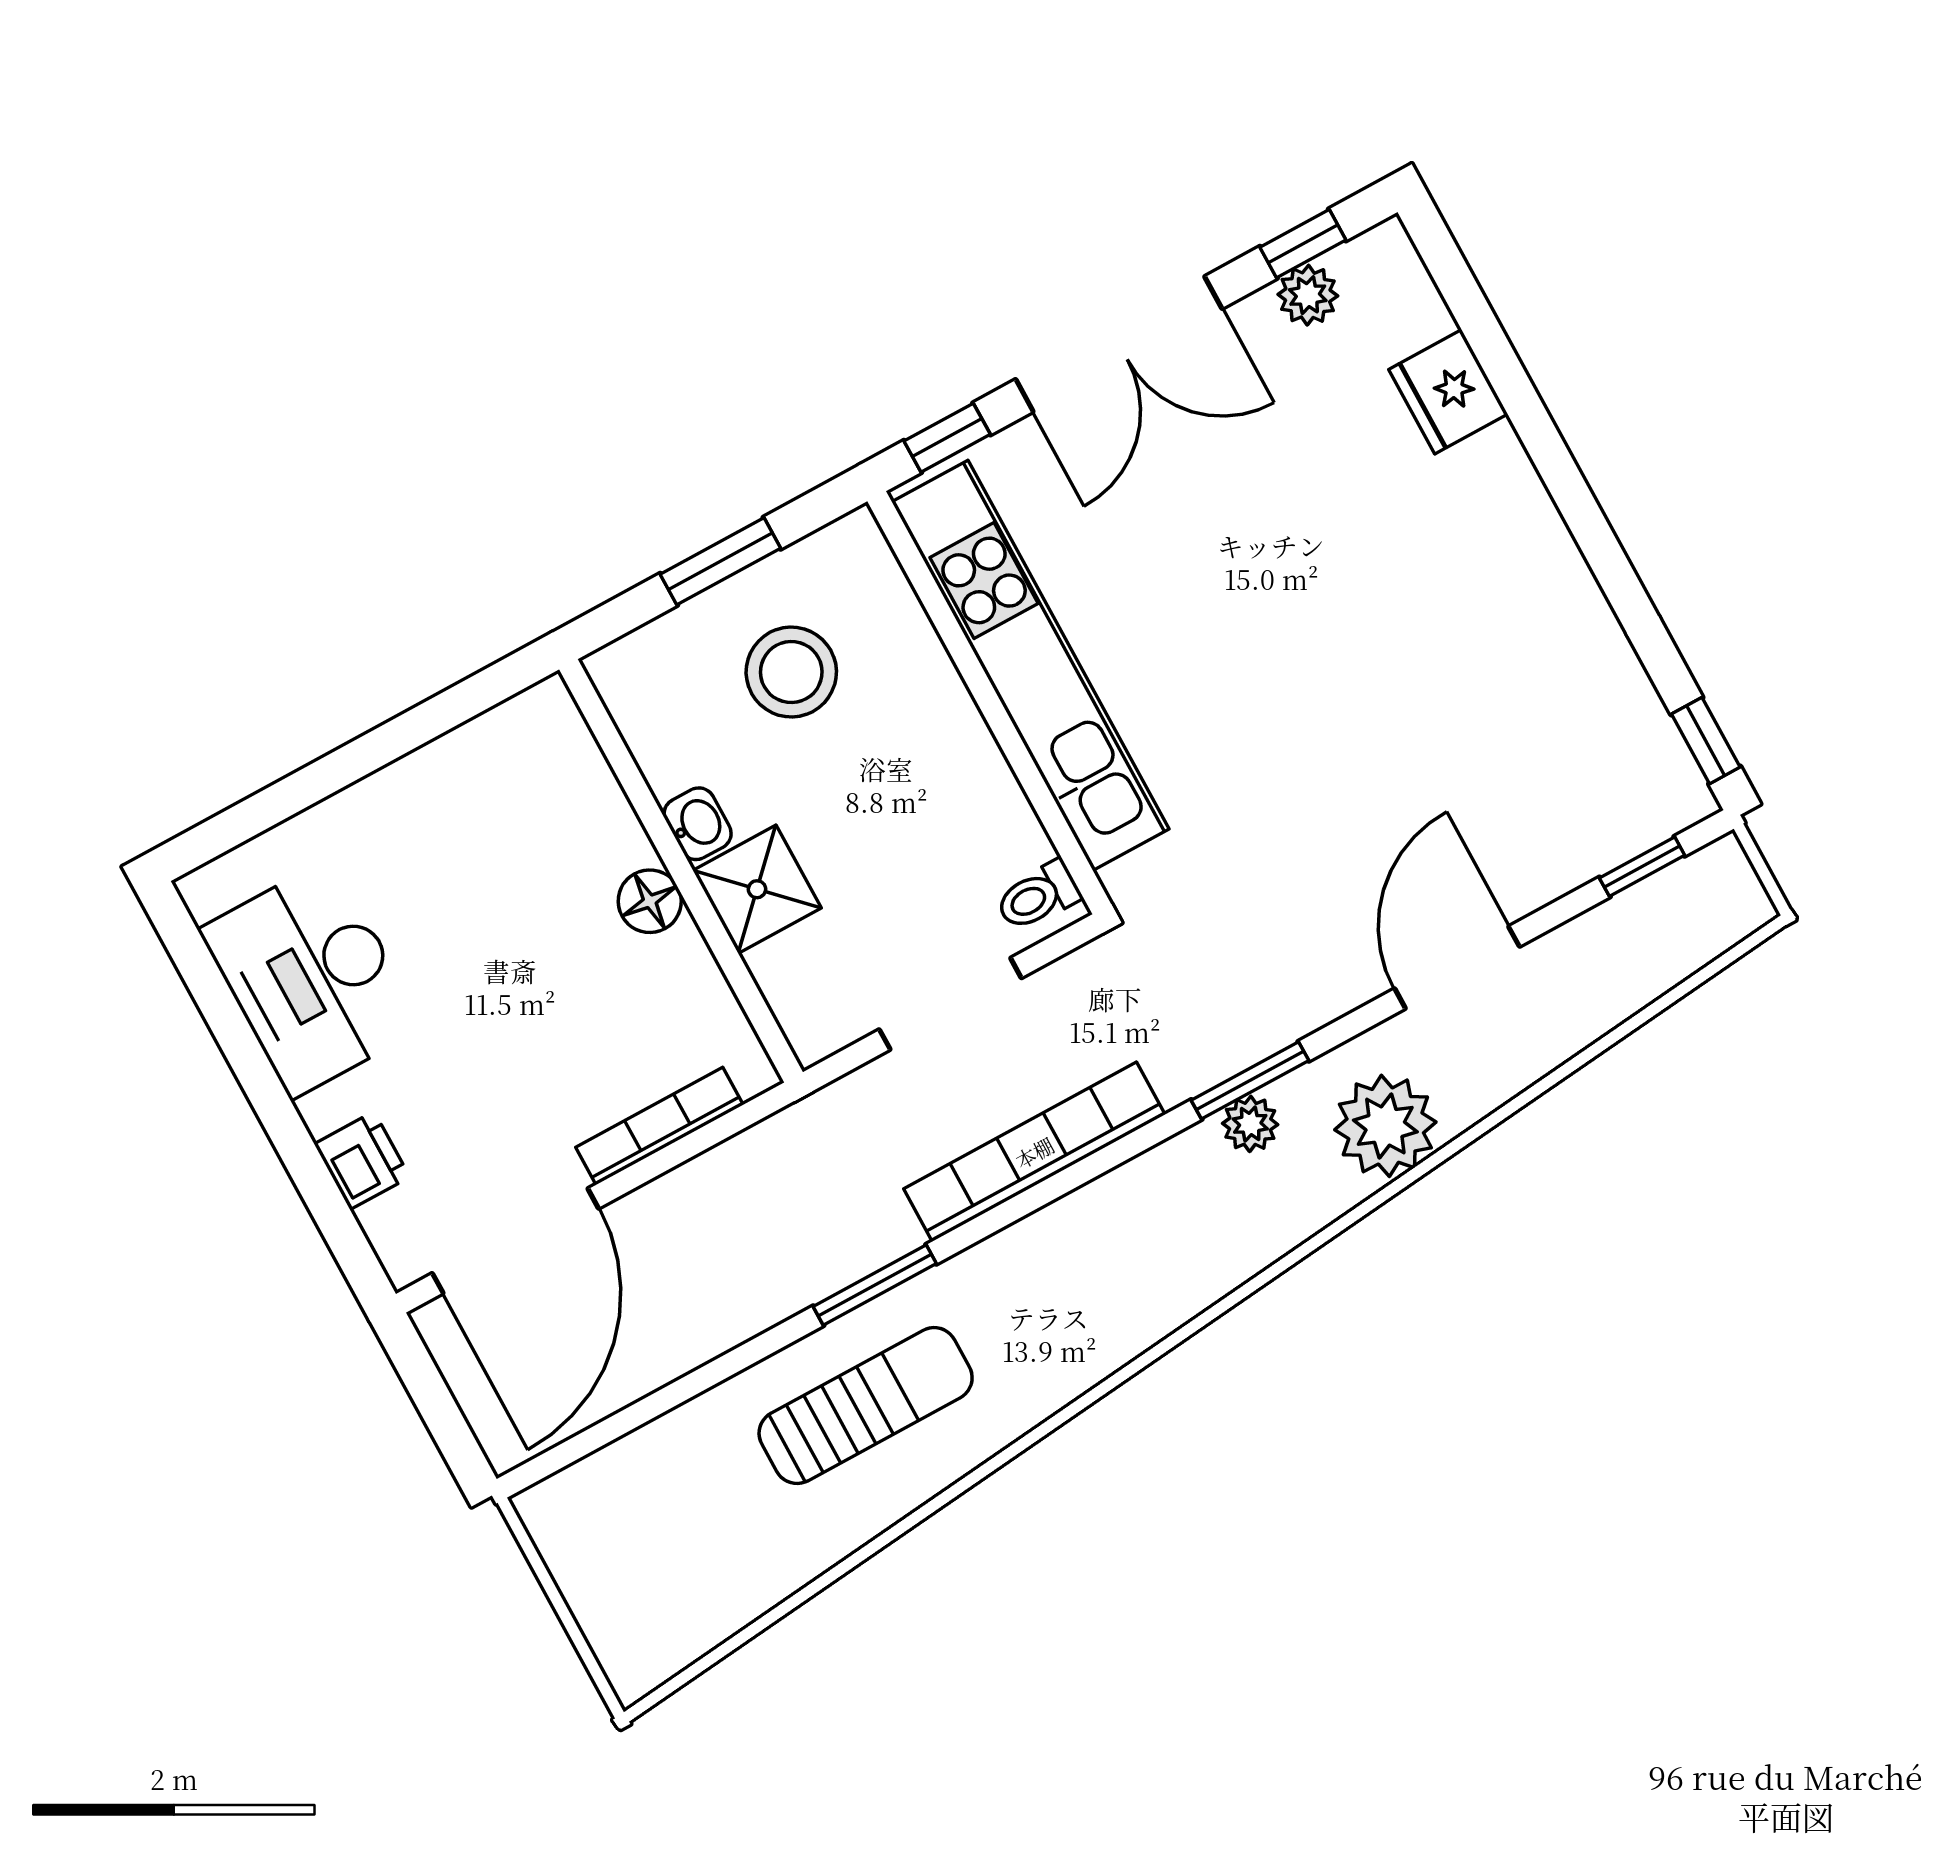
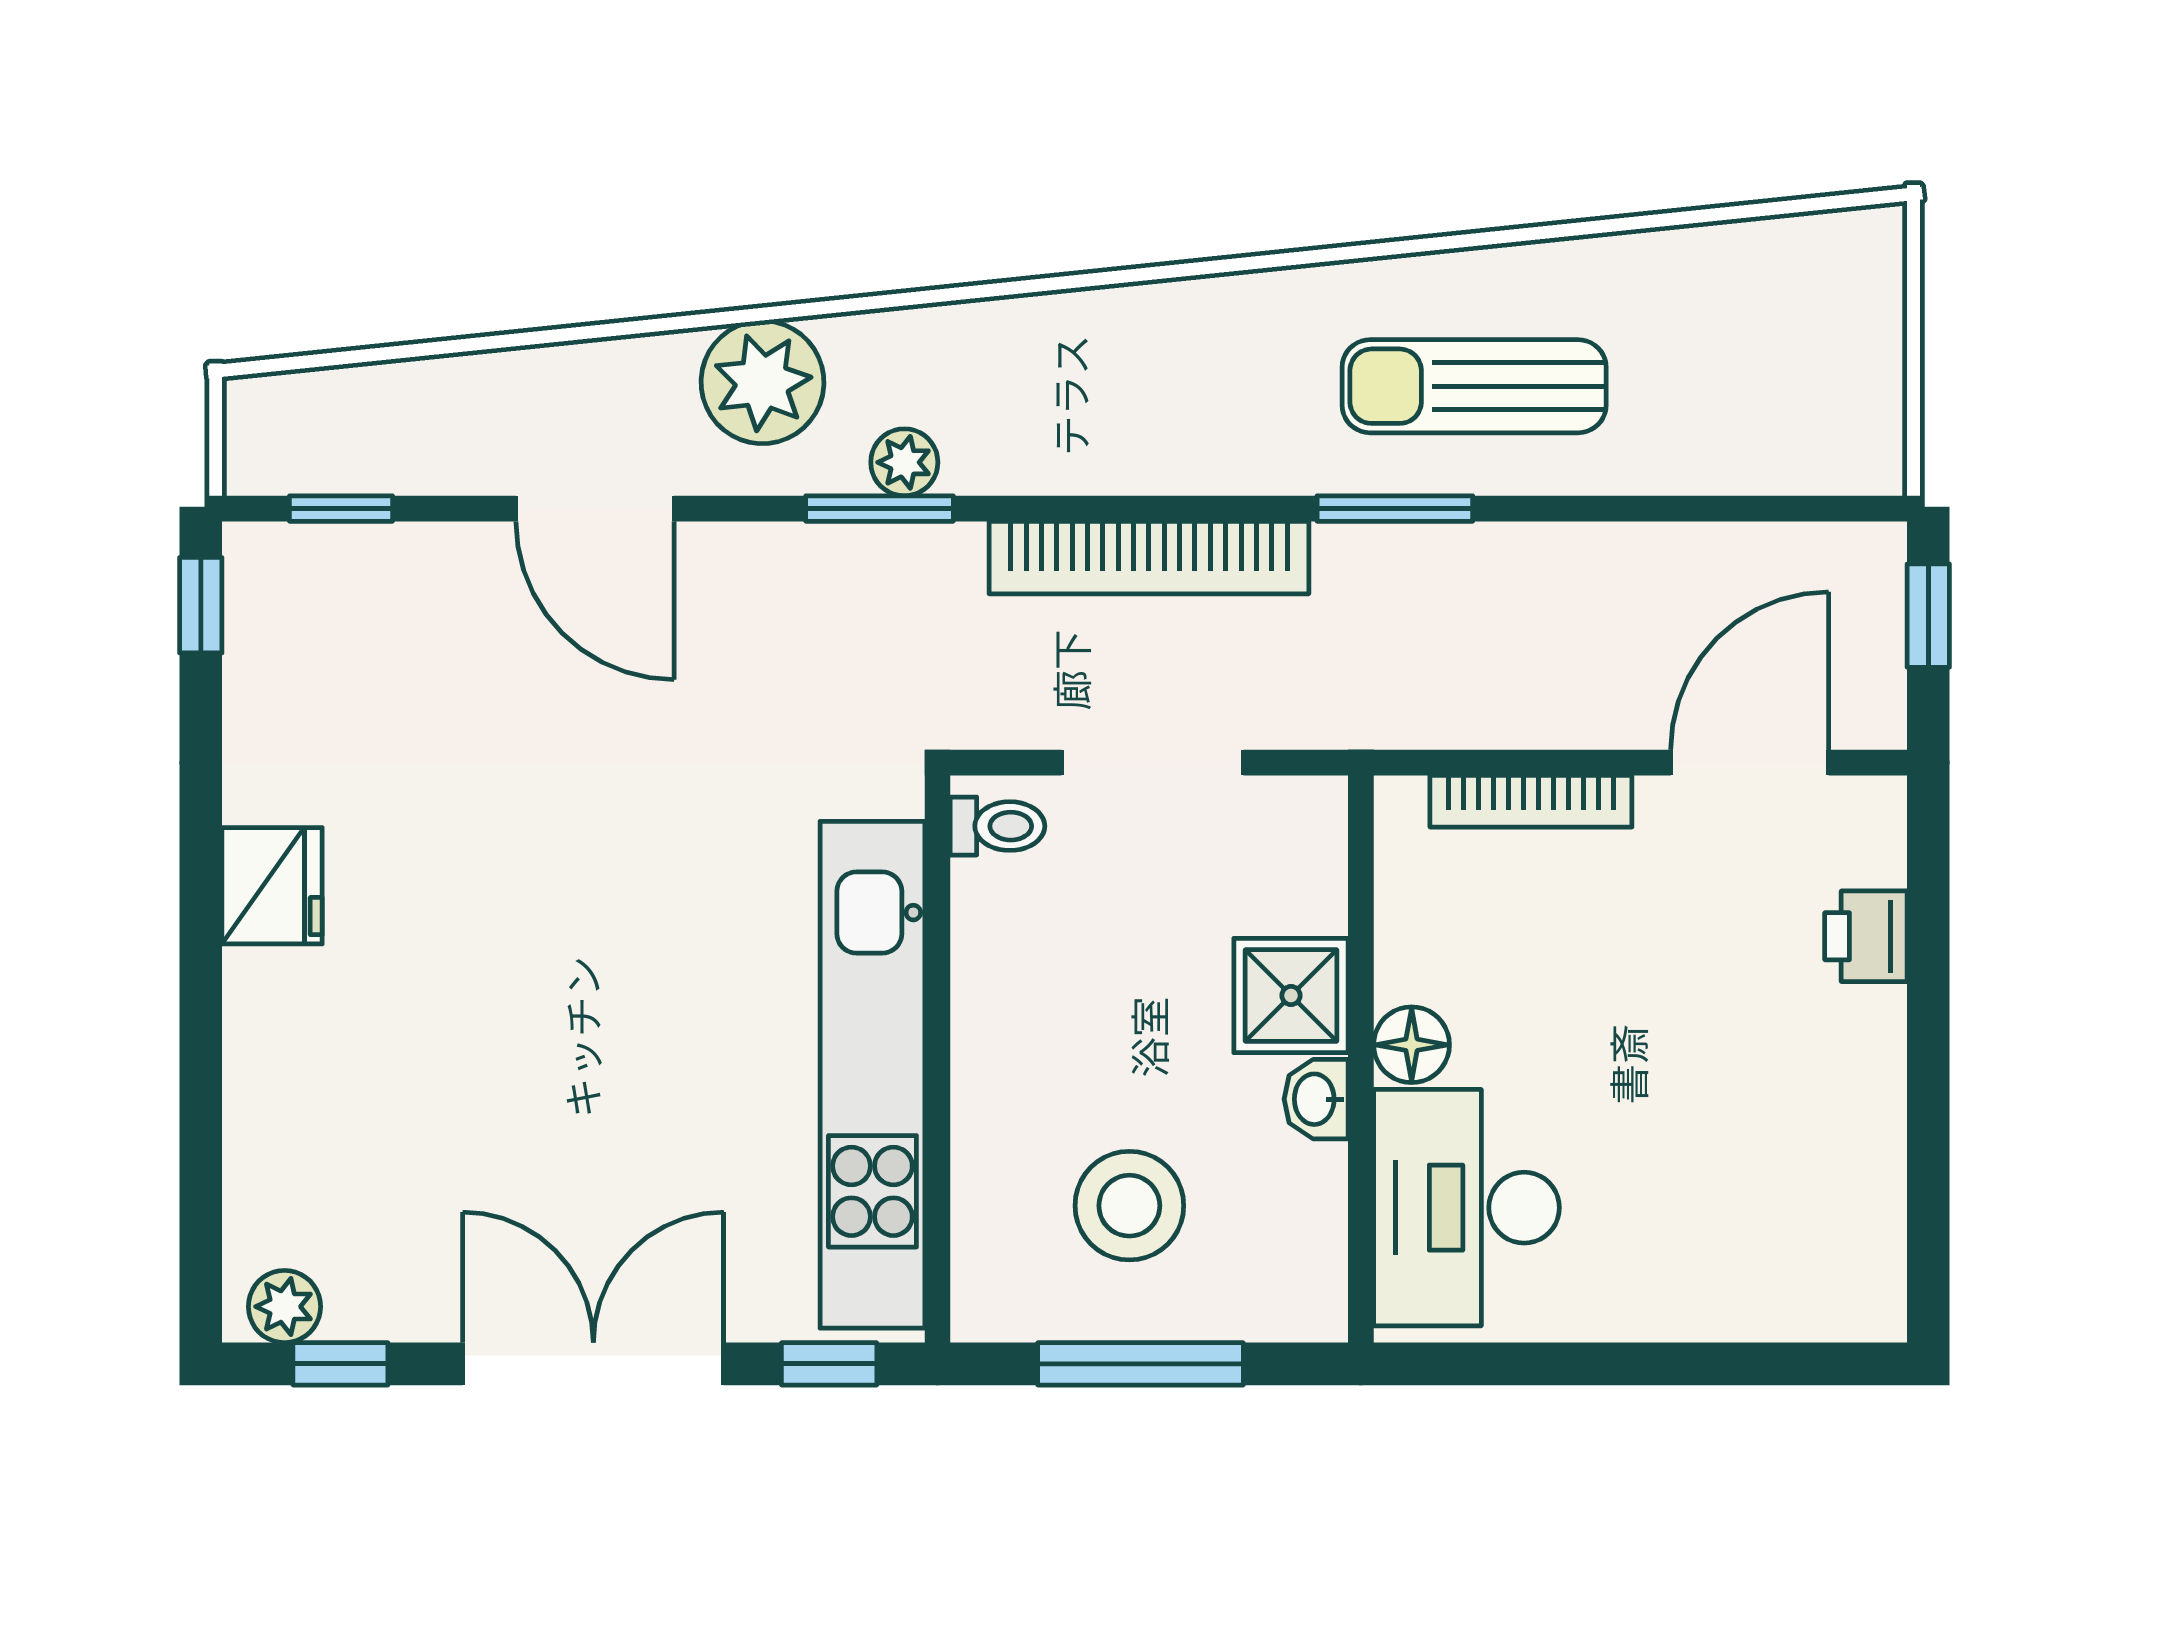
plant: (1308, 295) -> (284, 1307), moved
fridge: (1448, 392) -> (272, 886), moved
window: (720, 561) -> (1140, 1364), width x1.44
door: (1457, 967) -> (595, 509), hinge flipped
desk: (311, 978) -> (1466, 1208), moved, turned 180
door: (515, 1241) -> (1750, 763), width x0.73
window: (444, 1419) -> (1928, 616), added

